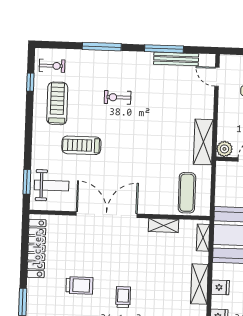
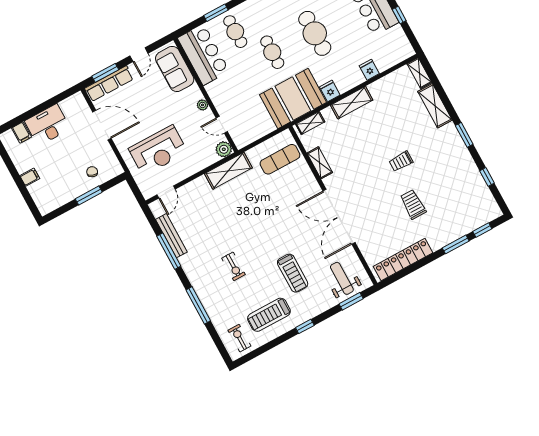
window: (30, 82) -> (305, 326), moved
fridge: (220, 287) -> (330, 91), moved

